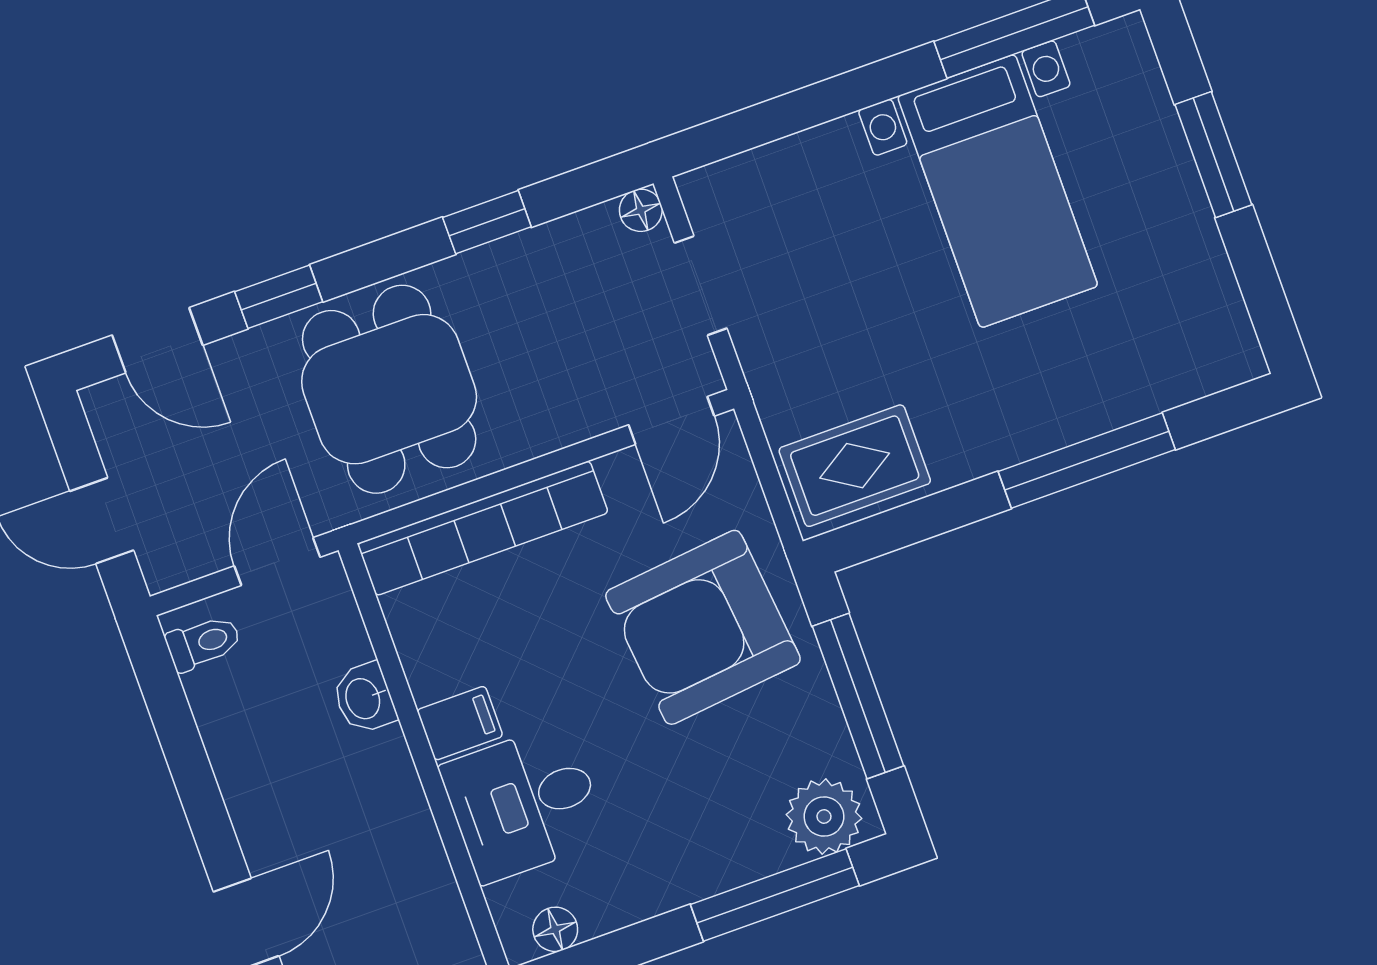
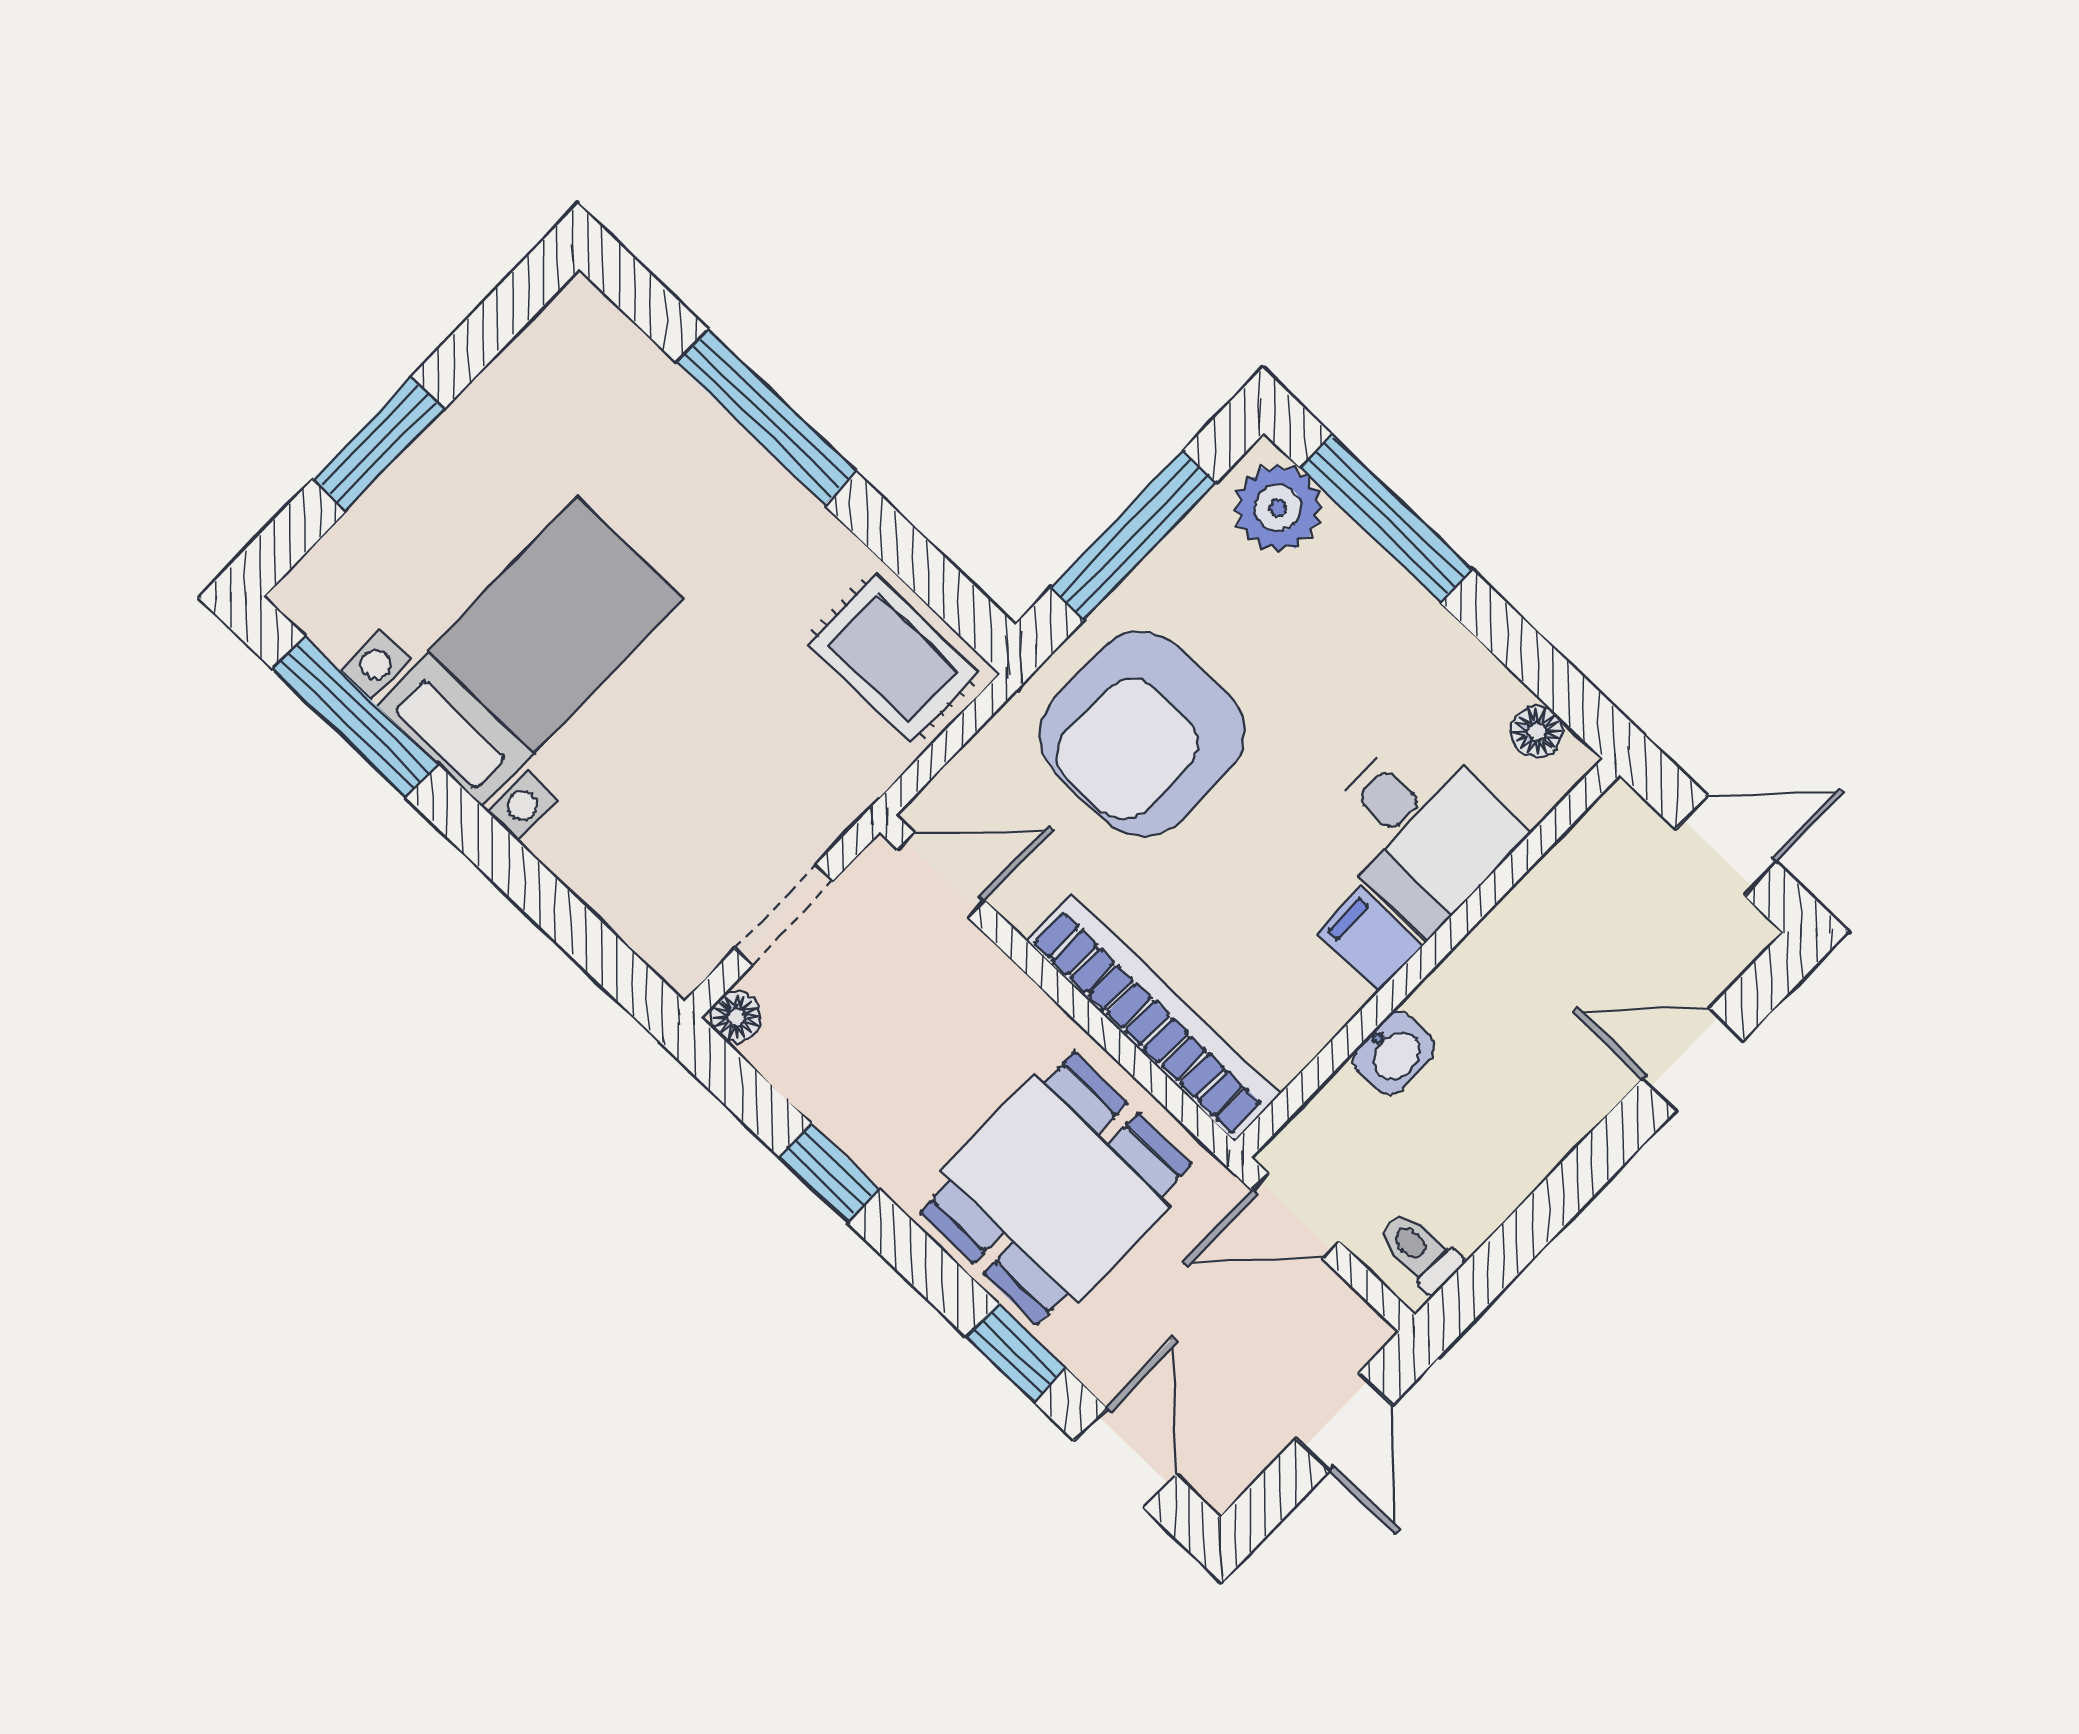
armchair: (703, 627) -> (1142, 734), turned 96

